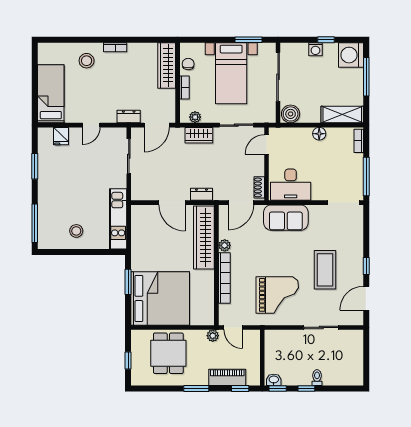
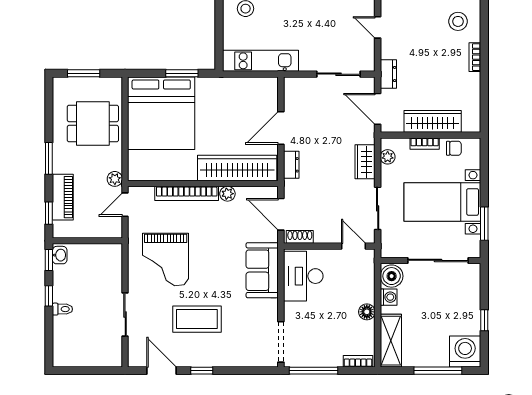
washing machine: (315, 49) -> (389, 297), moved, turned 180
wardrobe: (167, 65) -> (433, 121), moved
window: (128, 361) -> (84, 73), width x1.50

